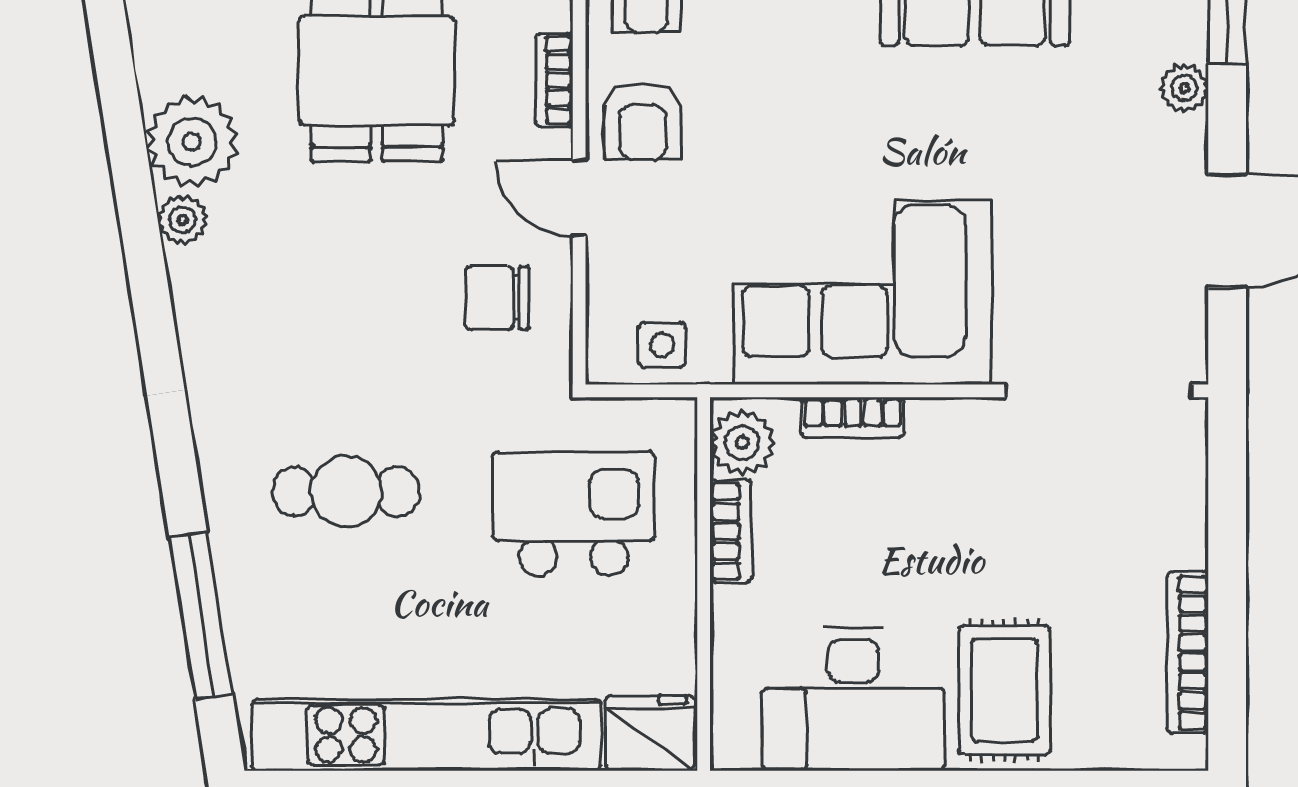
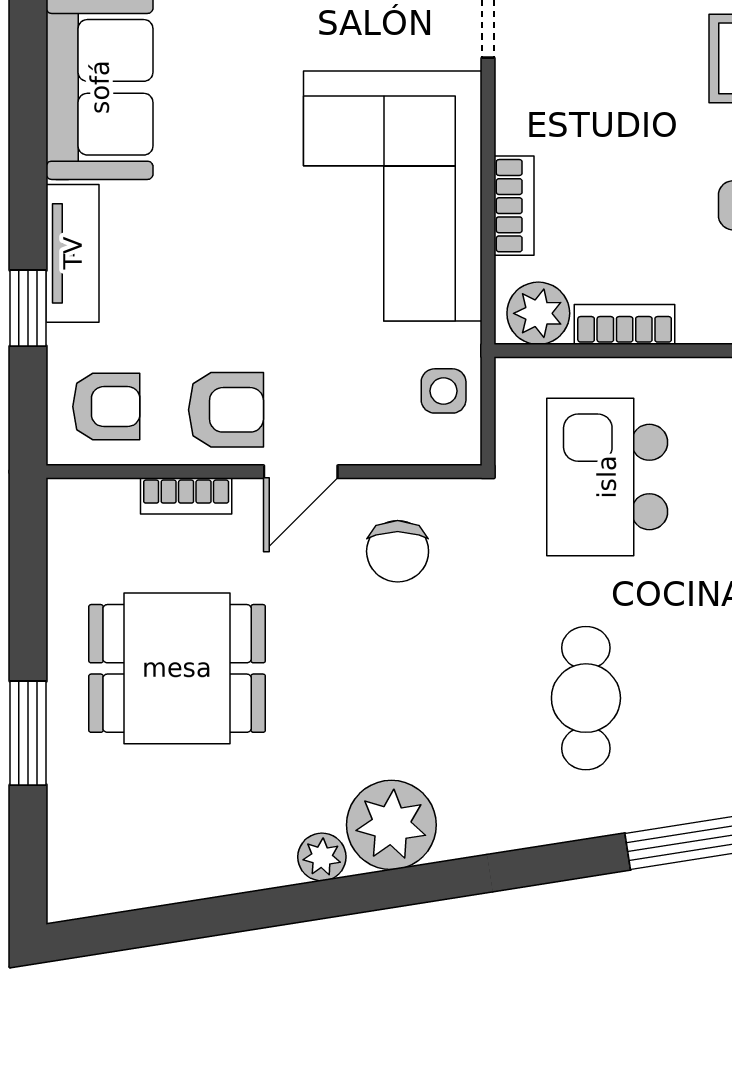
plant: (192, 142) -> (391, 825), moved

